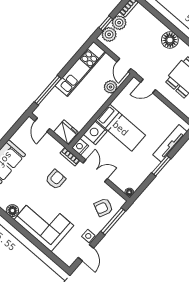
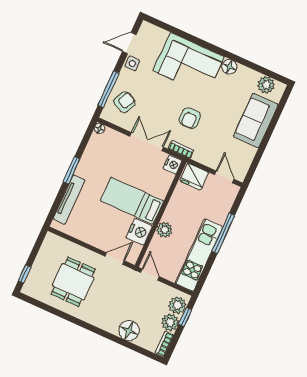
floor lamp: (170, 40) -> (129, 331), moved
plant: (111, 87) -> (164, 230), moved
window: (48, 90) -> (223, 233), moved
nightstand: (95, 133) -> (139, 232), moved
double door: (95, 171) -> (147, 142), swing flipped
door: (86, 253) -> (129, 43), hinge flipped

